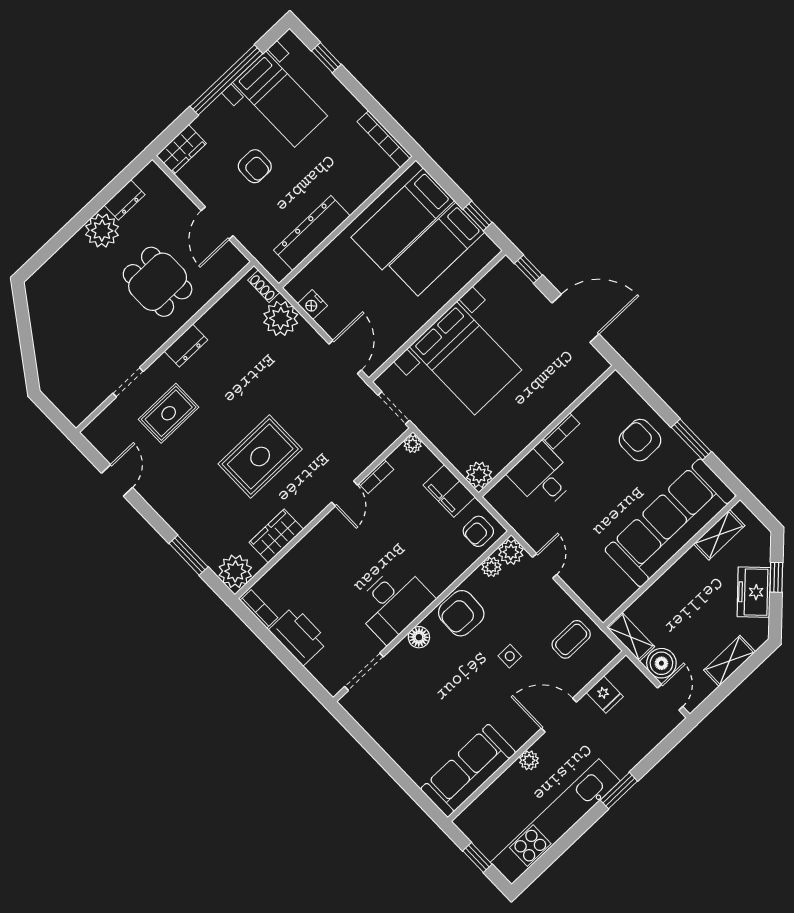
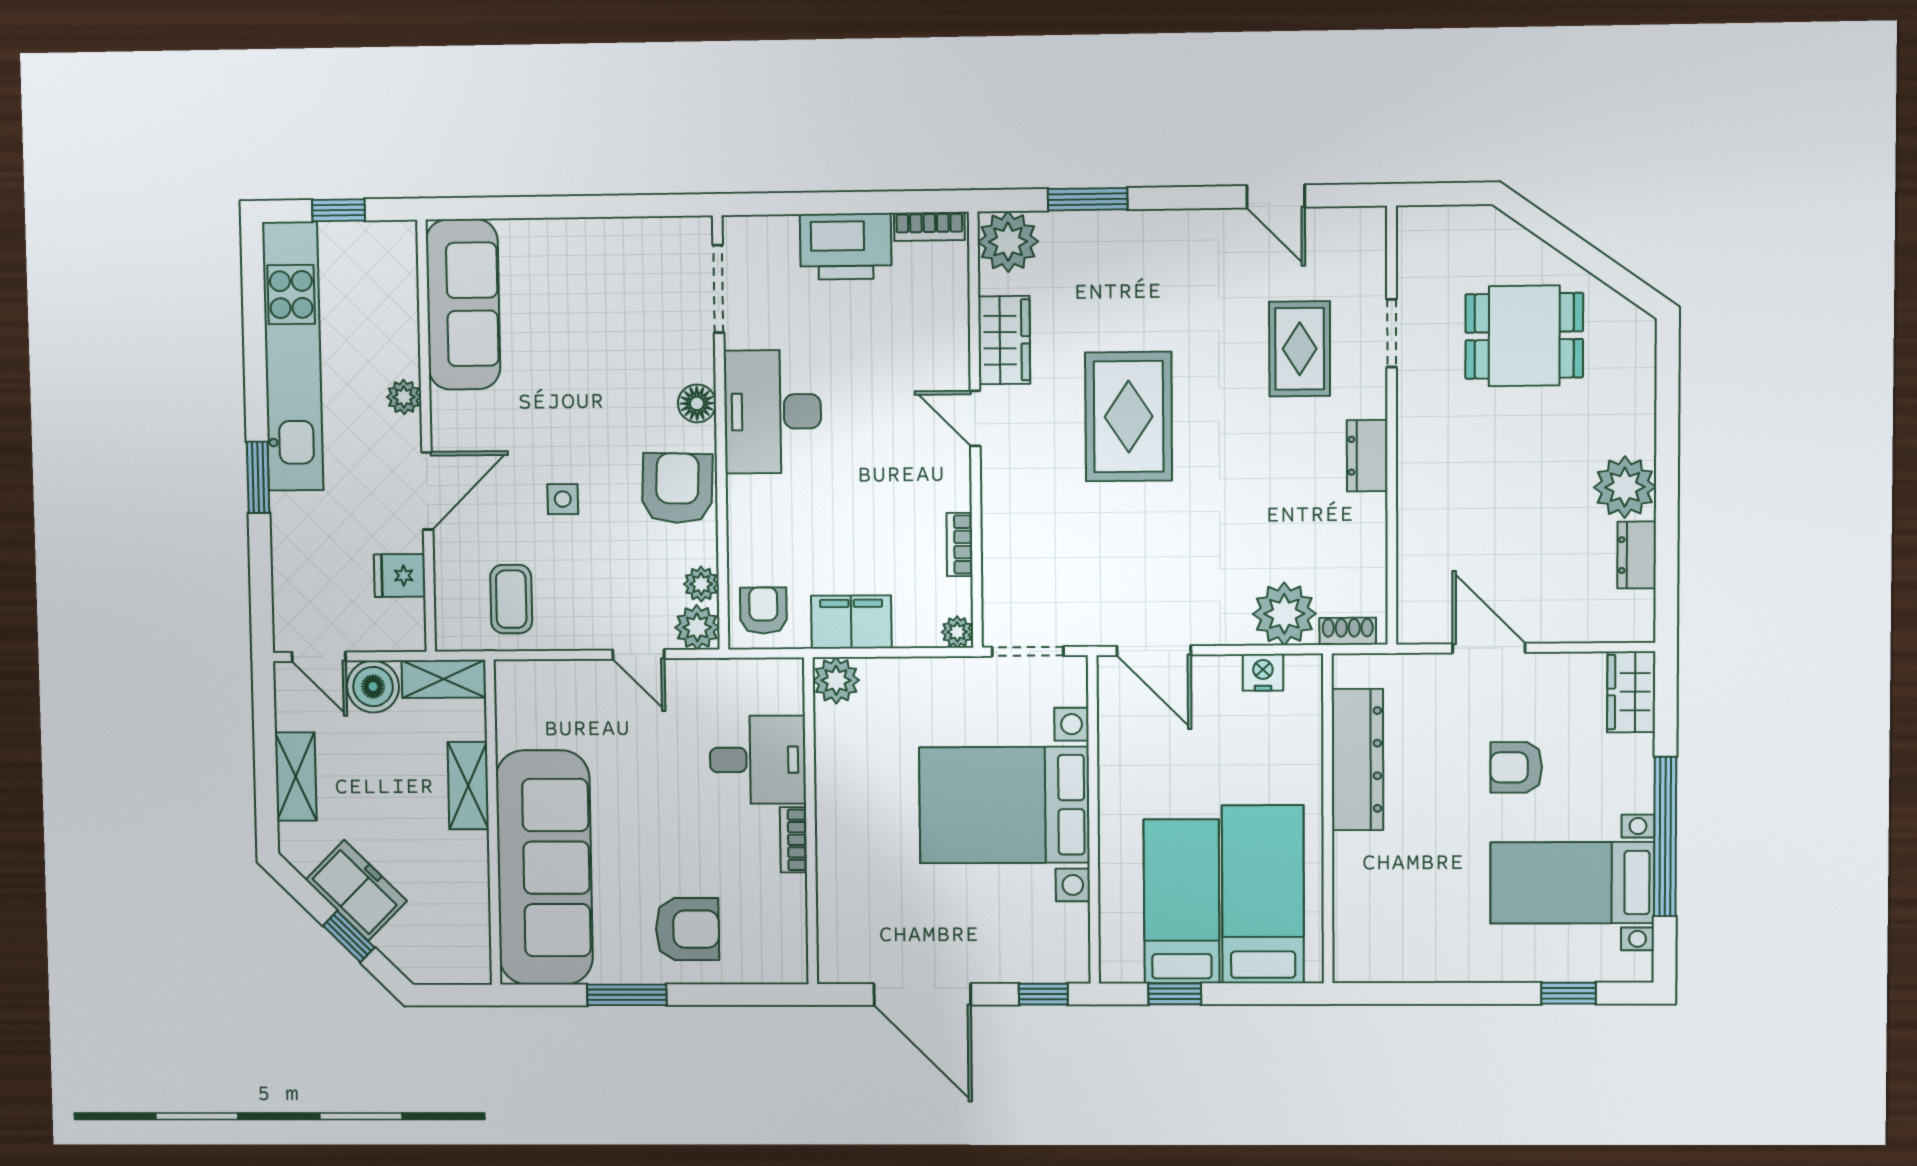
bookcase: (385, 139) -> (1389, 969), removed
dining table: (158, 282) -> (1524, 336), moved
door: (576, 318) -> (922, 994), hinge flipped
door: (345, 494) -> (975, 418), moved
shelving: (719, 535) -> (468, 786), moved

